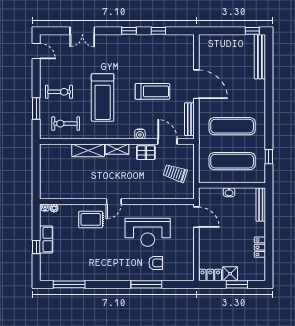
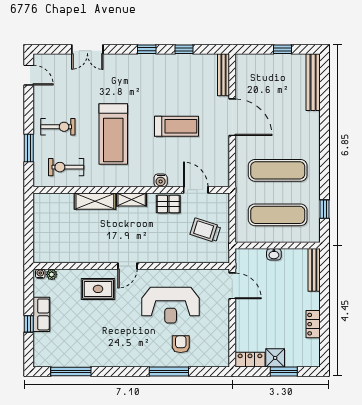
window: (252, 31) -> (283, 49), moved
bench: (189, 119) -> (223, 75), moved
armchair: (156, 263) -> (181, 344), turned -90

